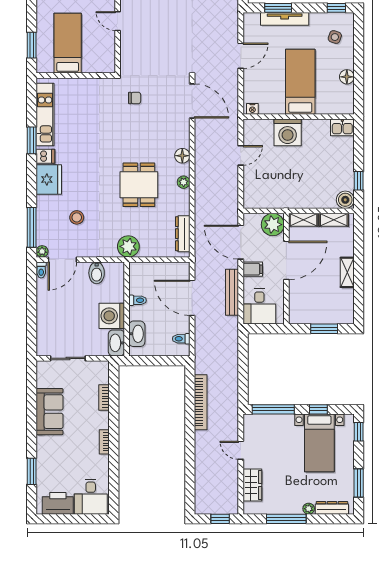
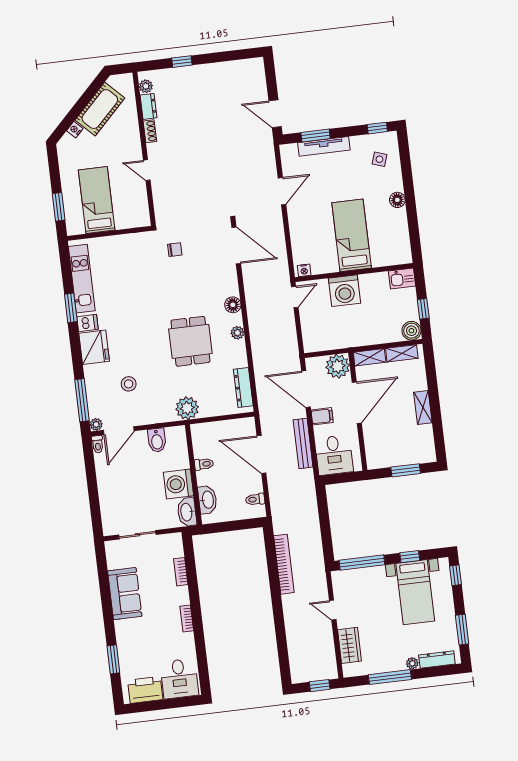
bed: (300, 82) -> (352, 235), moved
nightstand: (252, 109) -> (304, 270), moved
wall: (299, 117) -> (354, 273), moved
kitchen sink: (342, 127) -> (402, 278), moved
washing machine: (288, 132) -> (345, 291), moved

